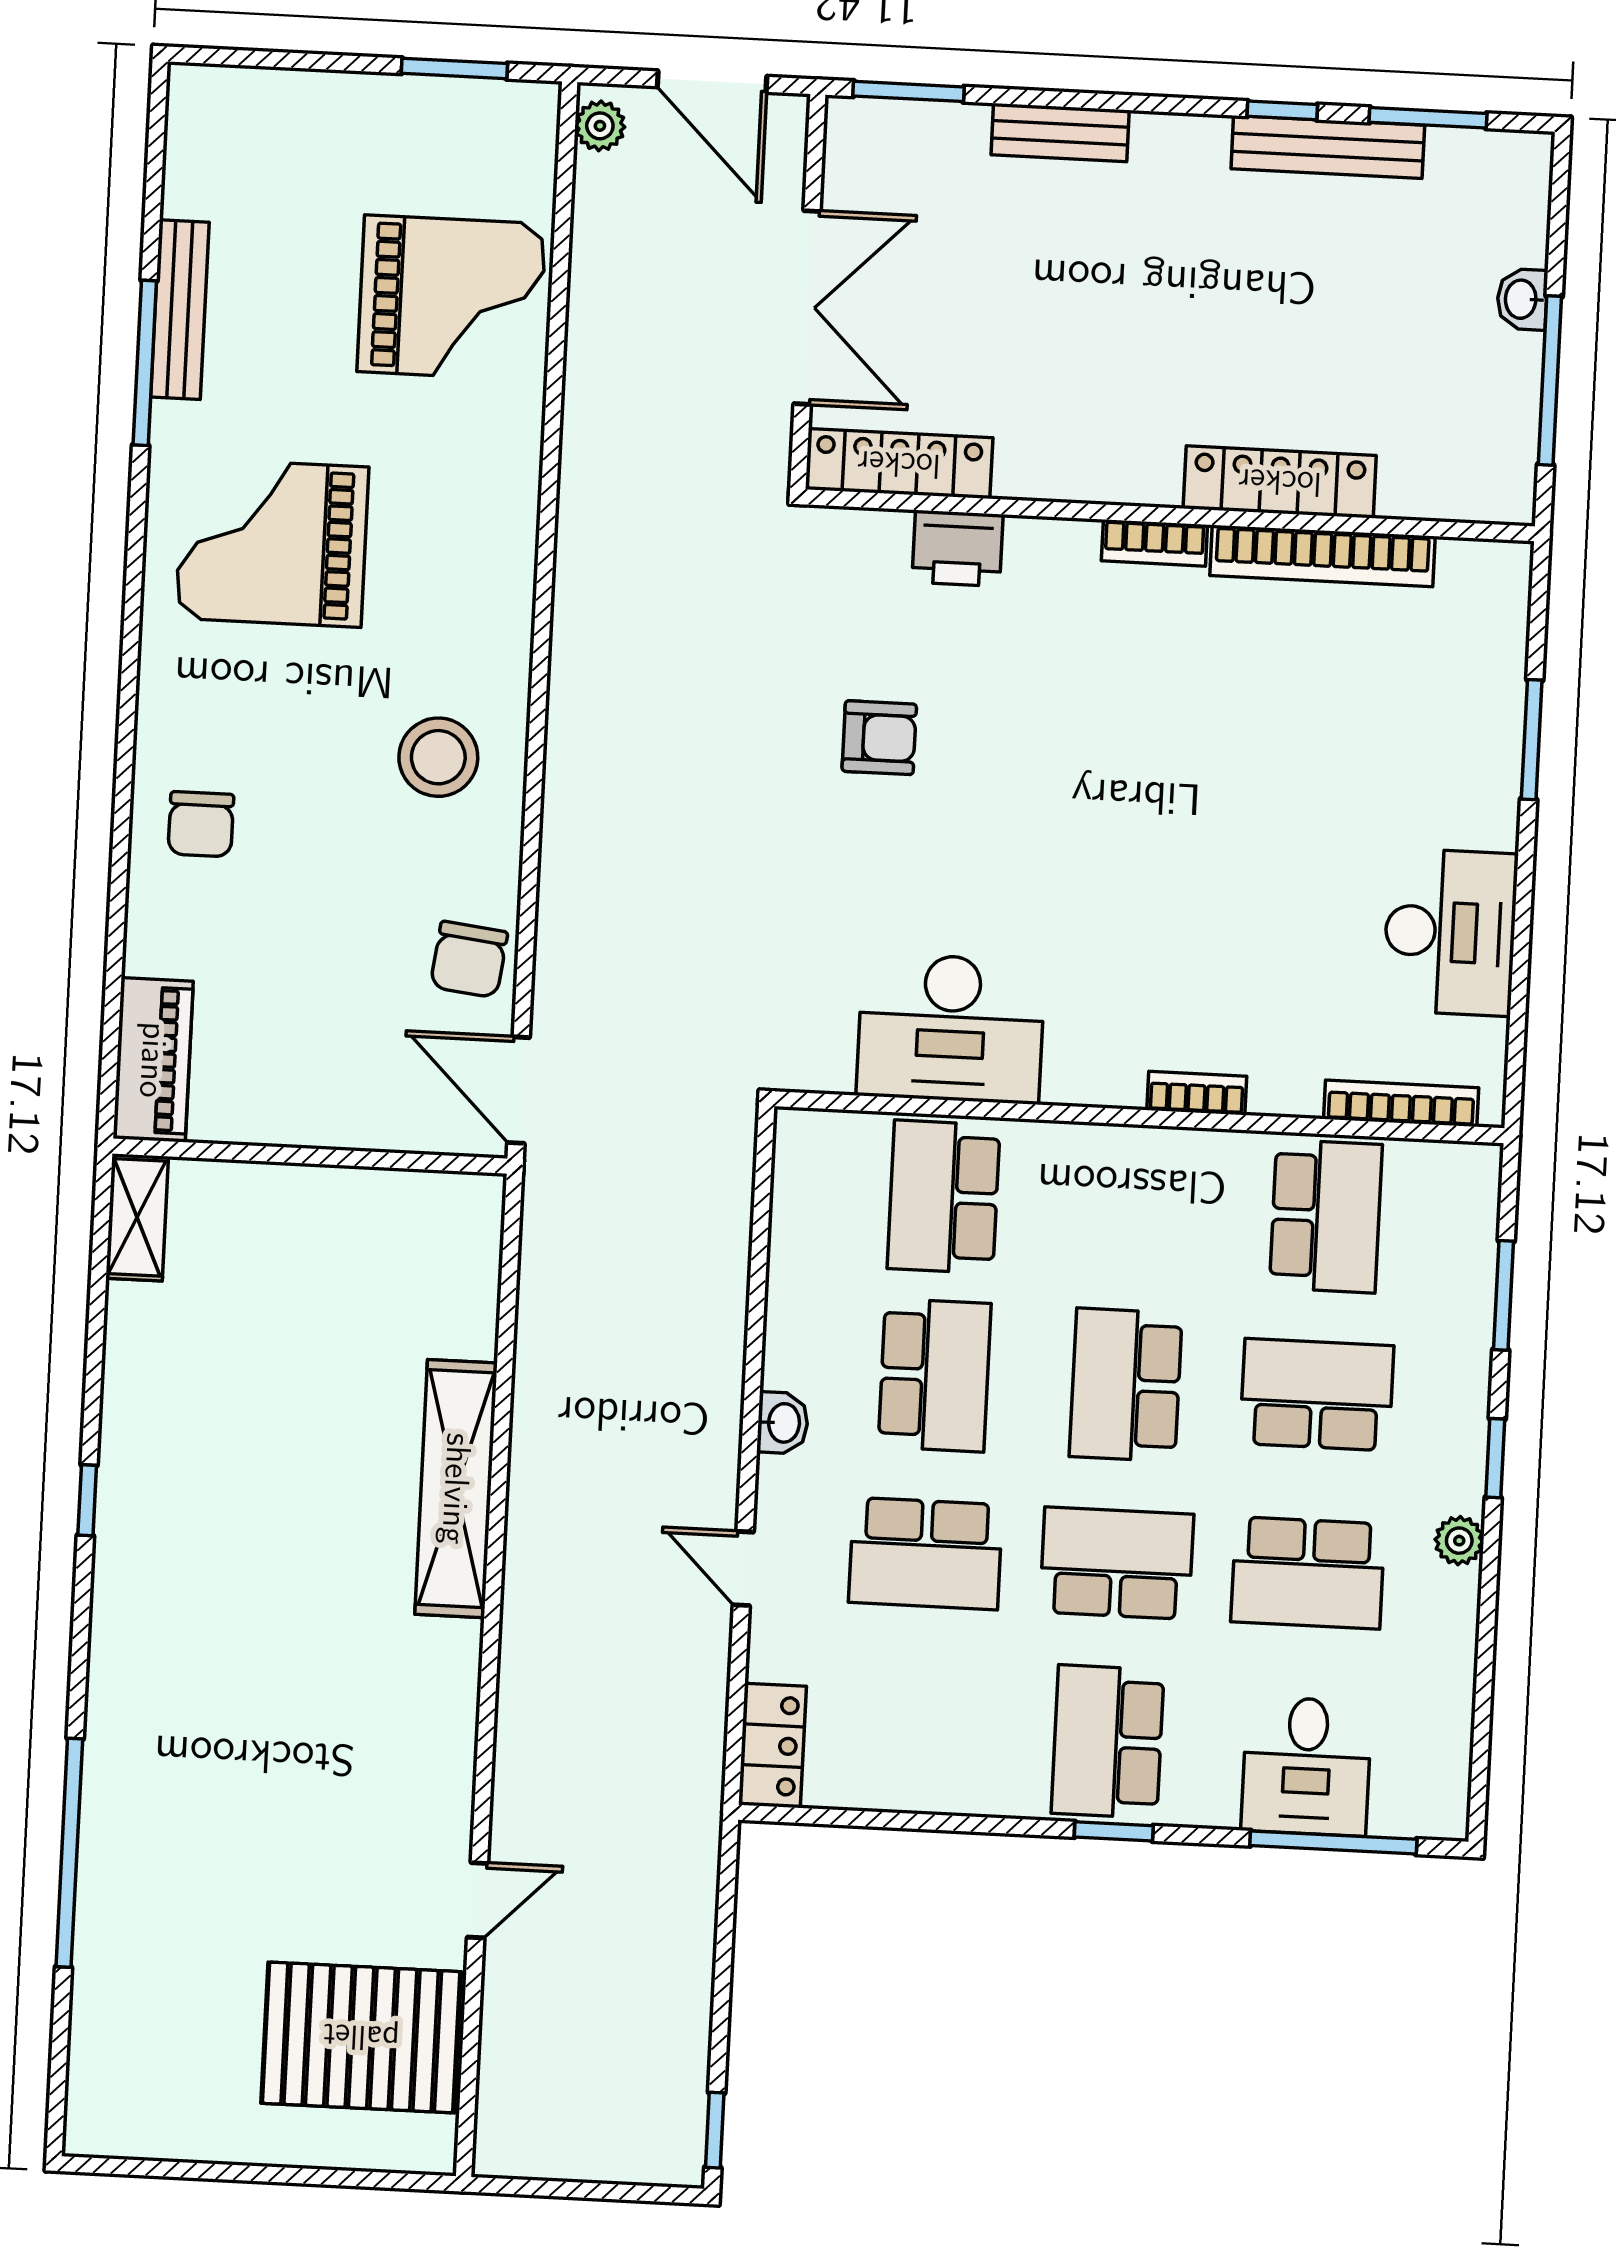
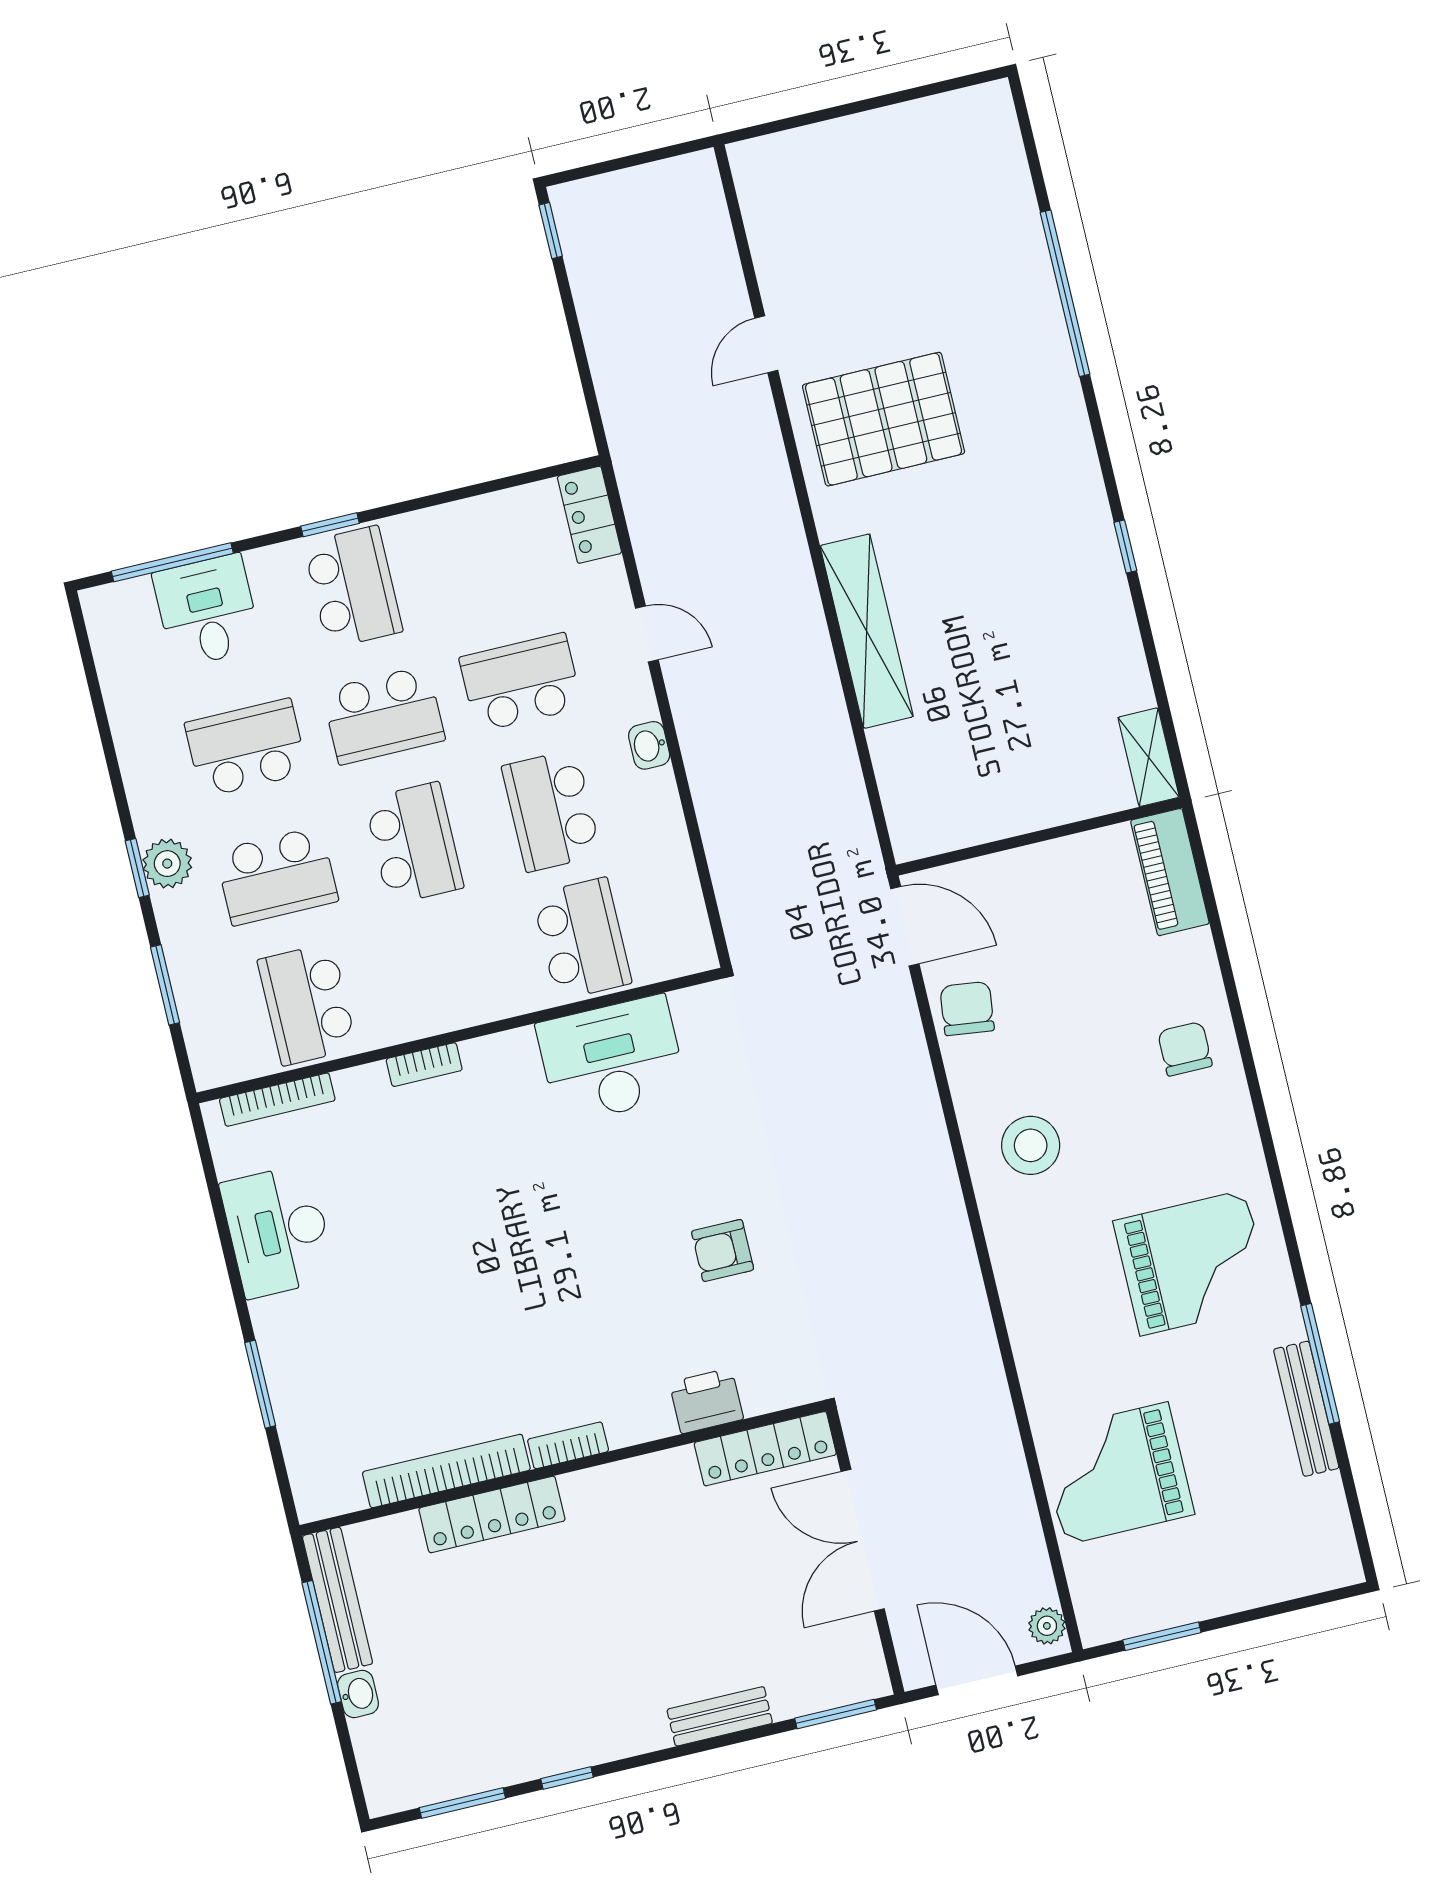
bench: (1328, 147) -> (337, 1600), moved, turned 90
plant: (1459, 1541) -> (167, 864), moved, width x1.38, depth x1.38
pallet: (361, 2037) -> (884, 419), moved

